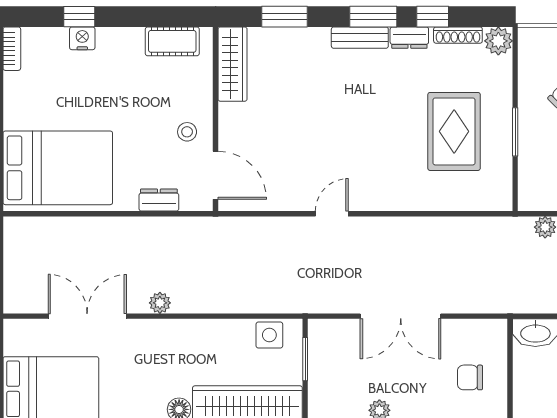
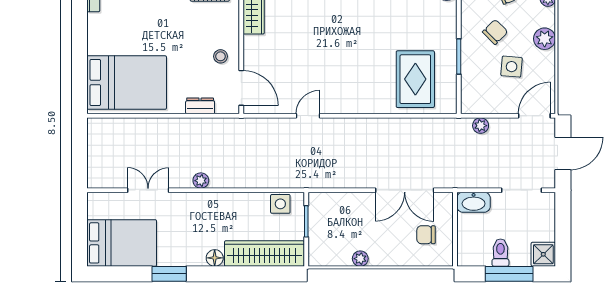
rug: (454, 131) -> (415, 79), moved
door: (332, 214) -> (308, 116), moved
double door: (87, 316) -> (148, 190), width x0.73
double door: (401, 316) -> (405, 190), moved

